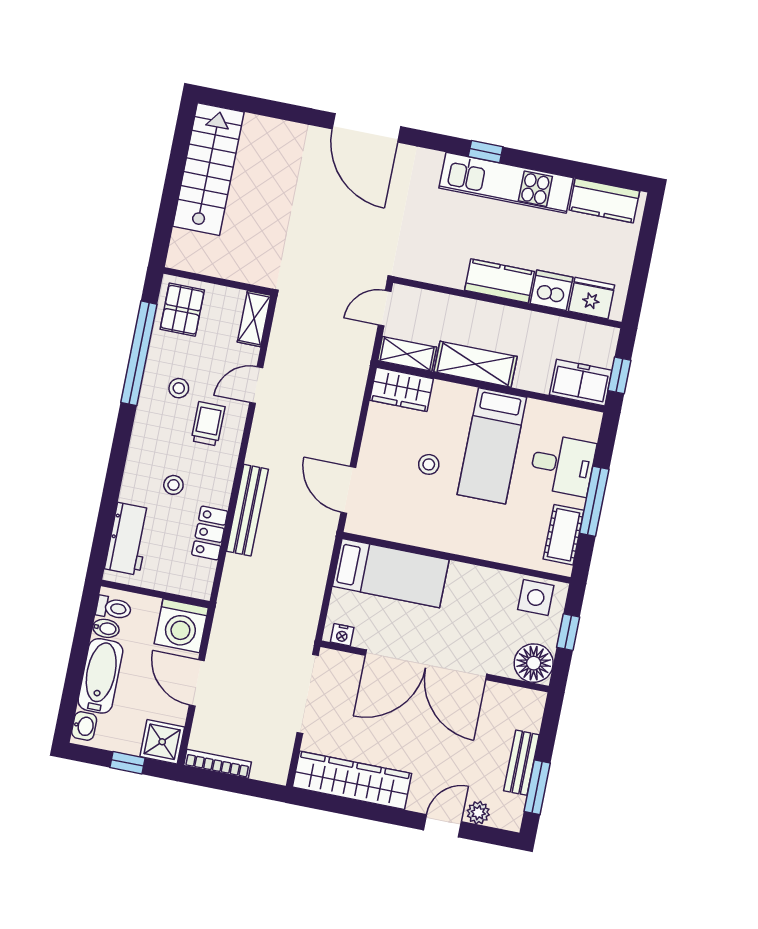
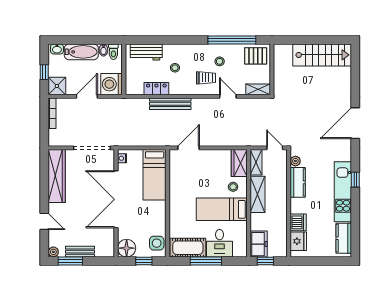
plant: (421, 270) -> (295, 161), added
kitchen counter: (500, 281) -> (298, 182), moved
stool: (429, 464) -> (233, 187), moved
cot: (564, 535) -> (188, 248), width x1.37, depth x1.34
plant: (478, 813) -> (53, 252), moved

